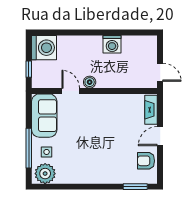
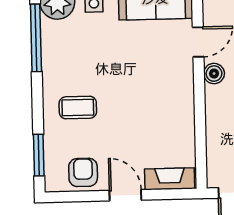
coffee table: (108, 163) -> (78, 108), added
window: (66, 187) -> (36, 38), added

